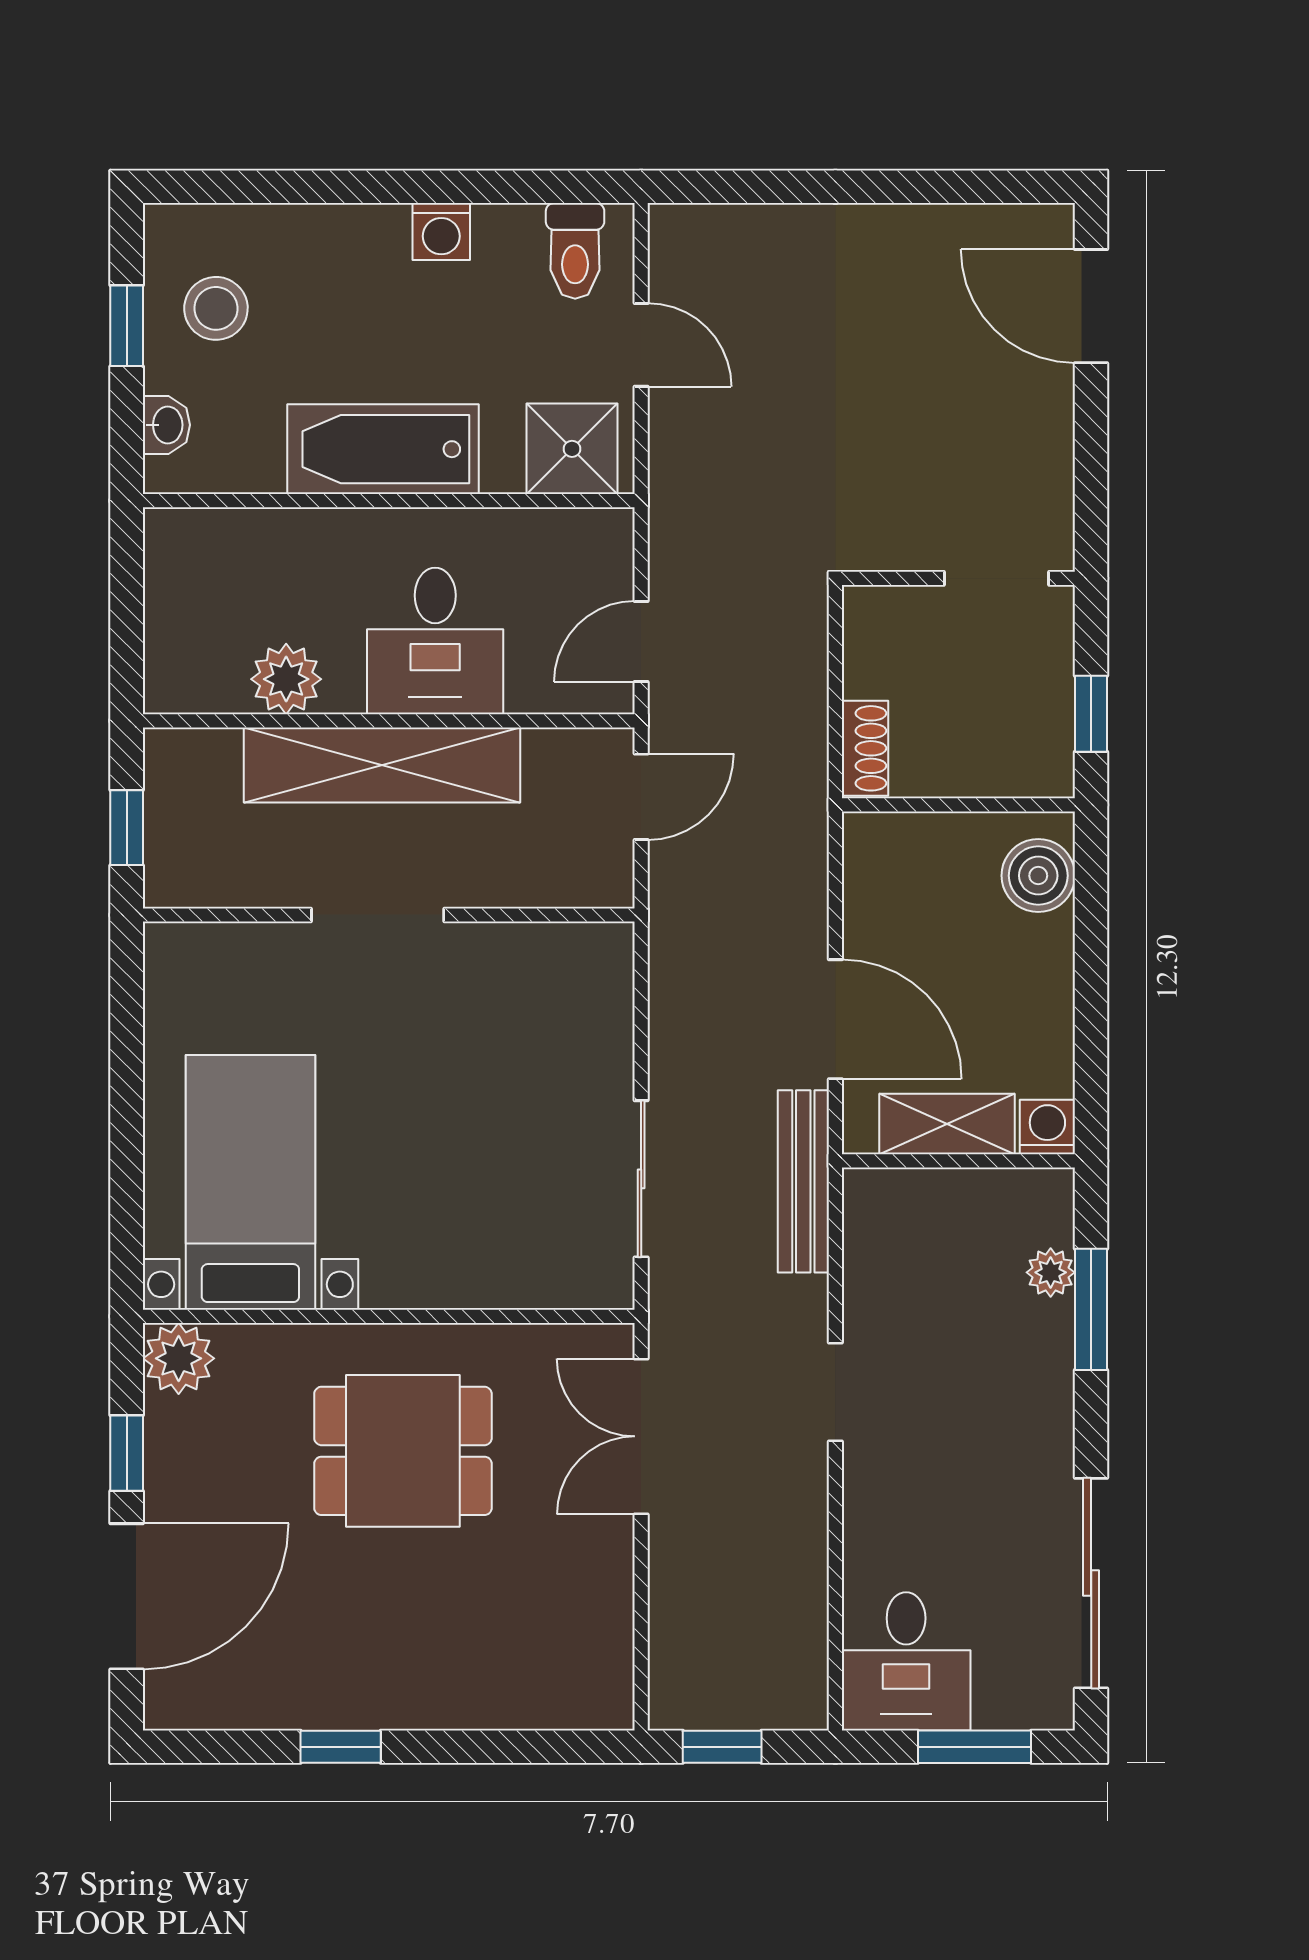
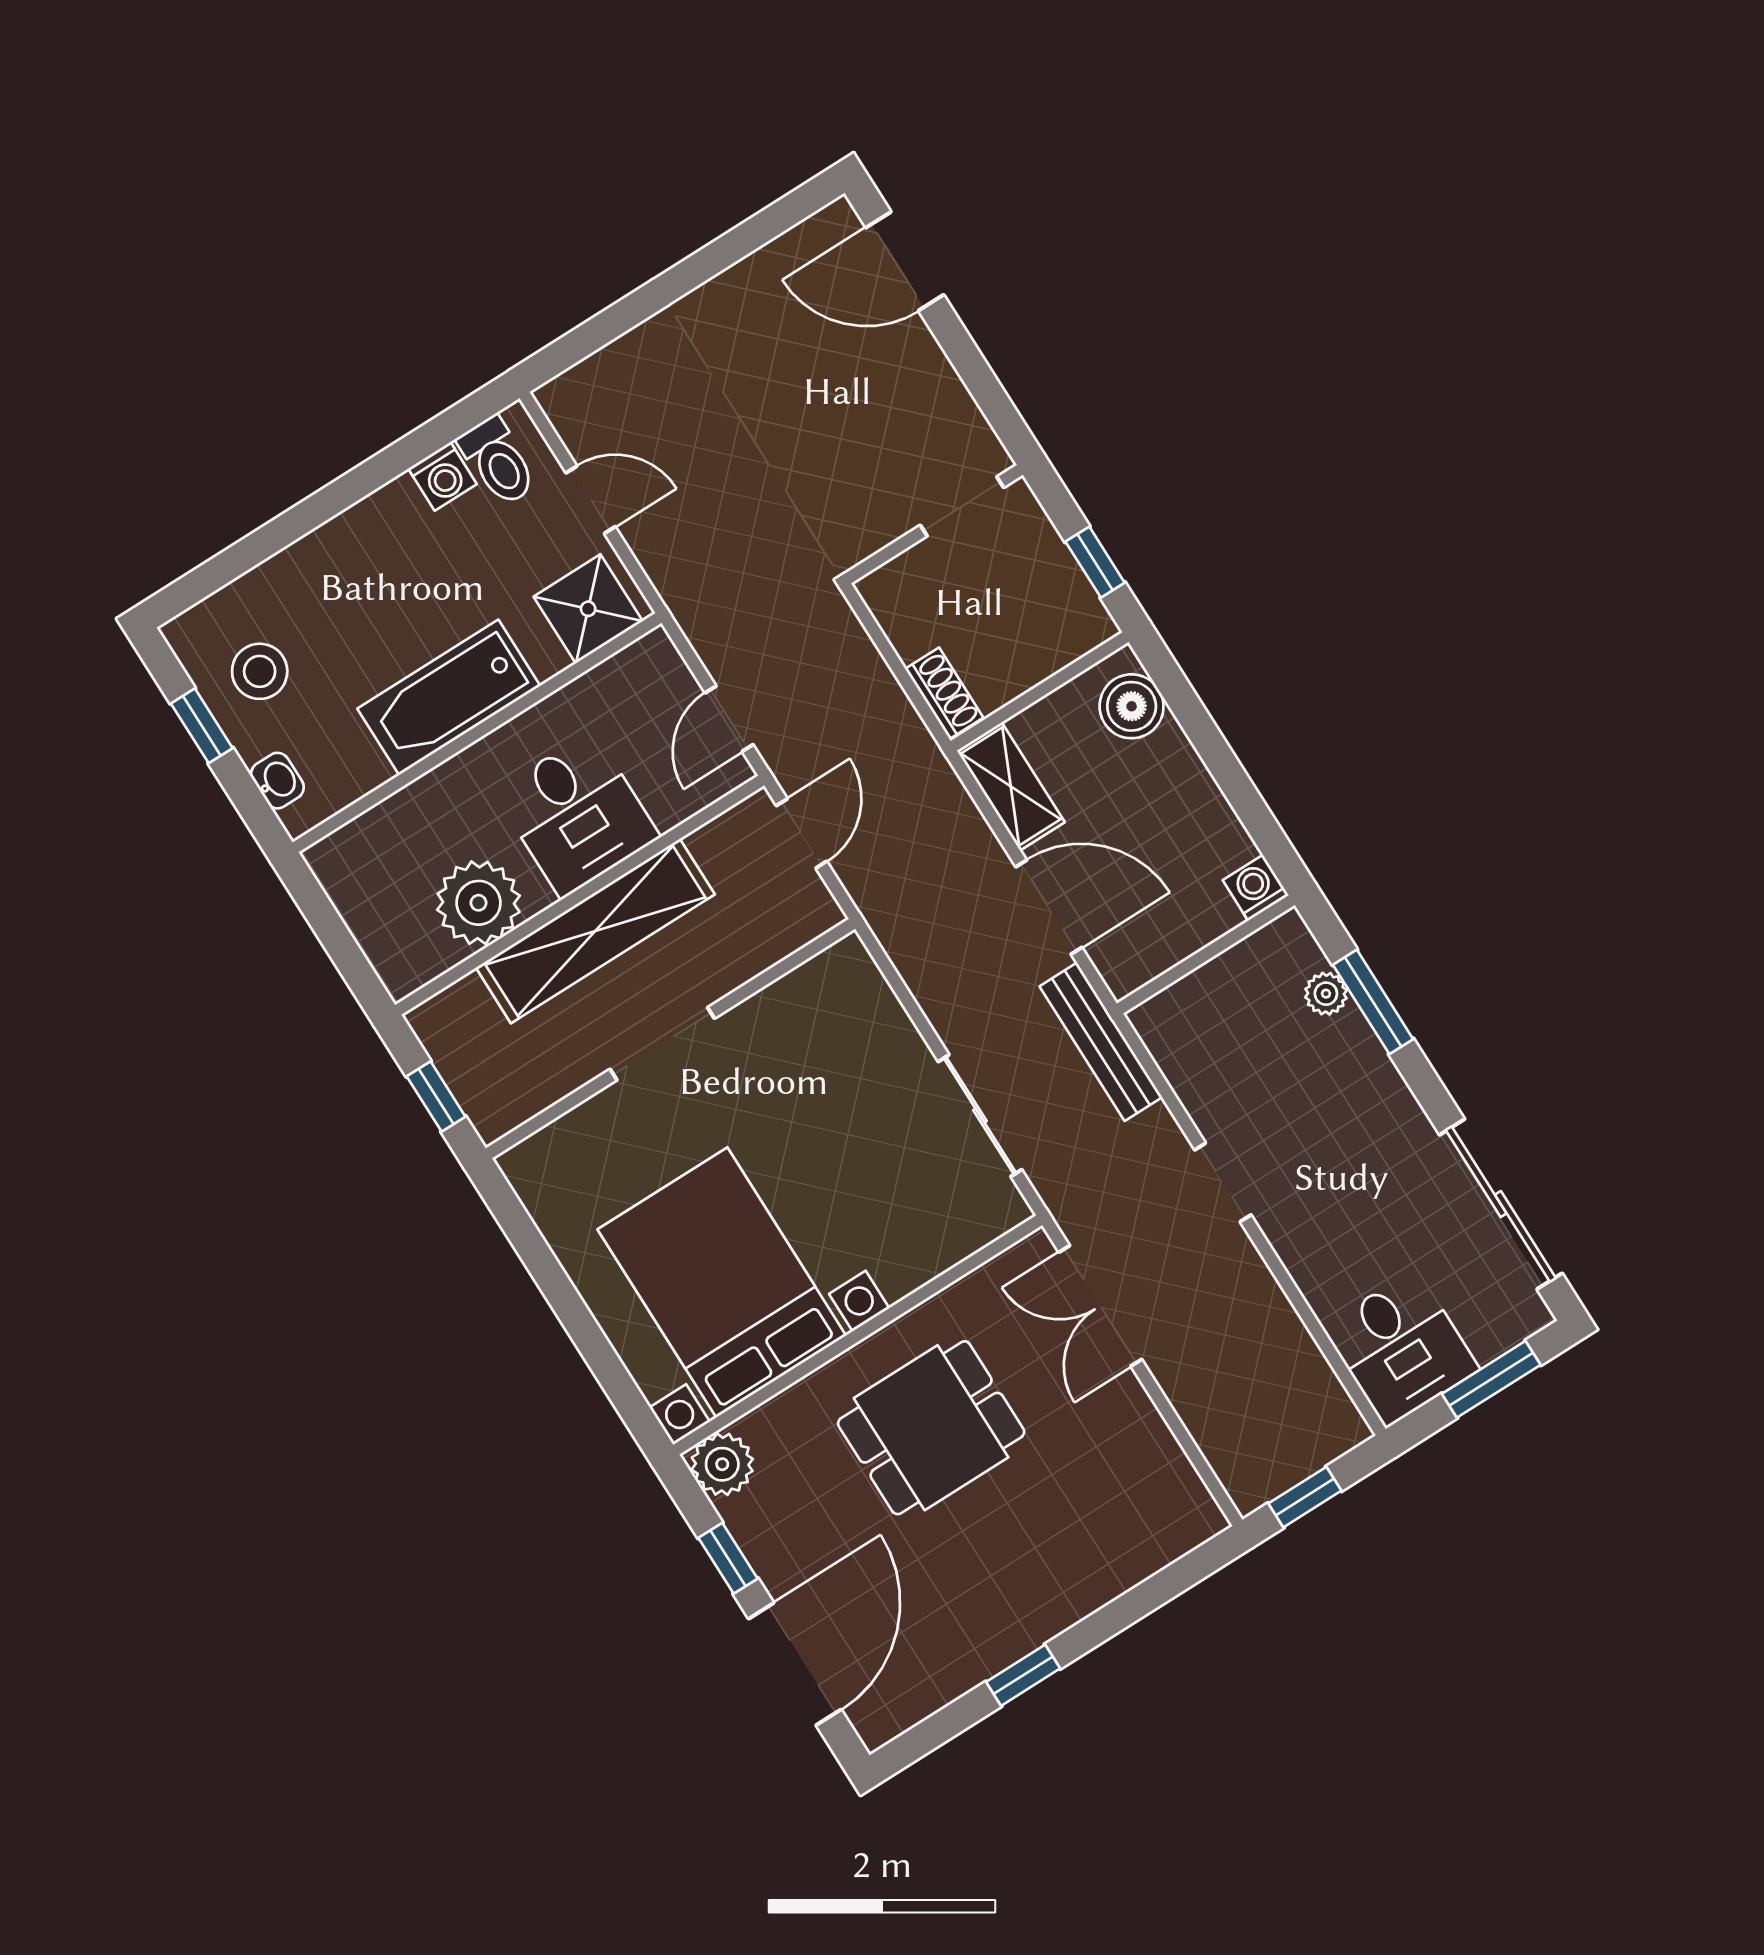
washing machine: (441, 232) -> (443, 476), moved
plant: (286, 679) -> (479, 903), width x1.36, depth x1.36
shelving: (947, 1124) -> (1011, 786), moved, turned 90
bed with nightstands: (250, 1182) -> (722, 1282), width x1.36

